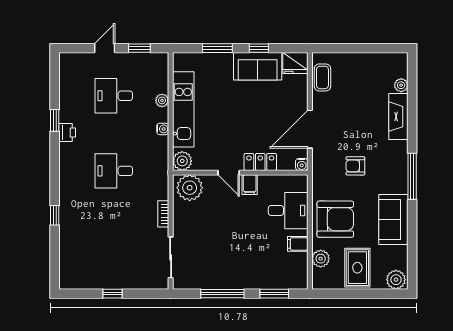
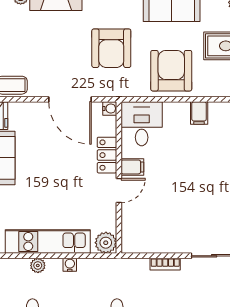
armchair: (355, 166) -> (111, 48), width x1.88, depth x1.88
plant: (190, 188) -> (136, 234), removed
desk: (288, 211) -> (142, 124), moved
plant: (321, 259) -> (216, 87), removed

